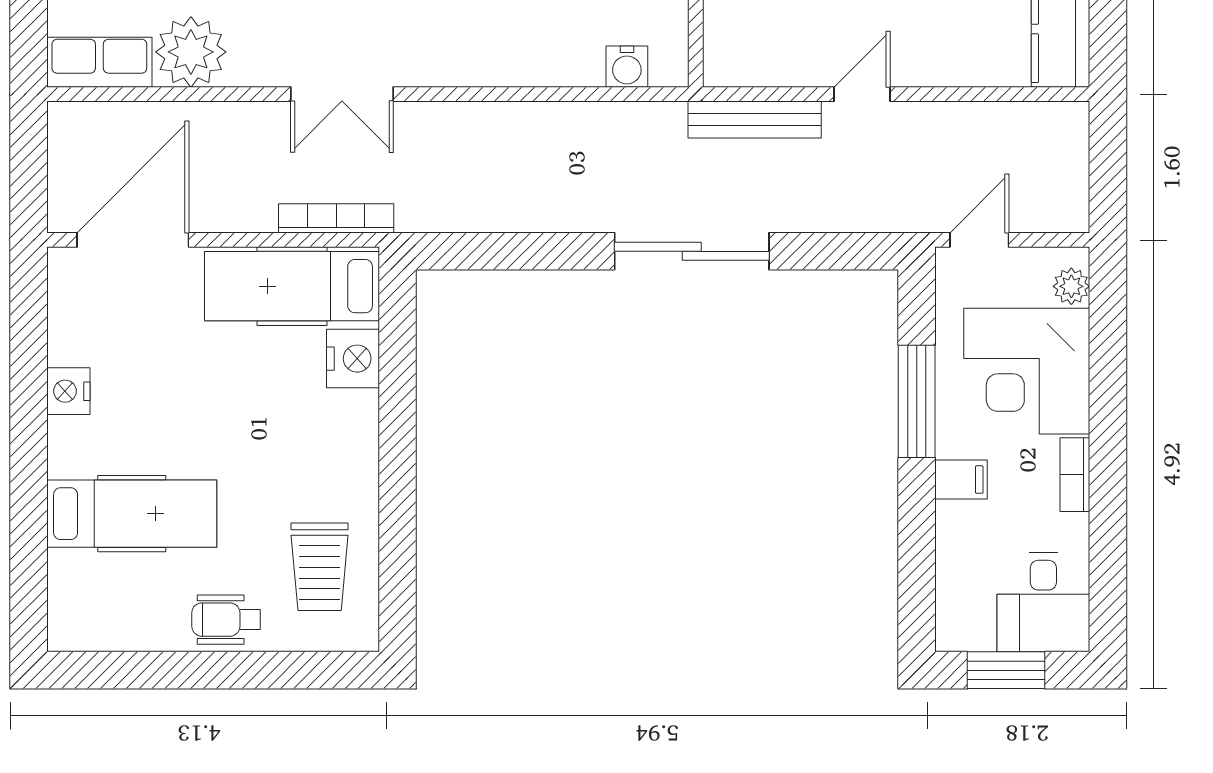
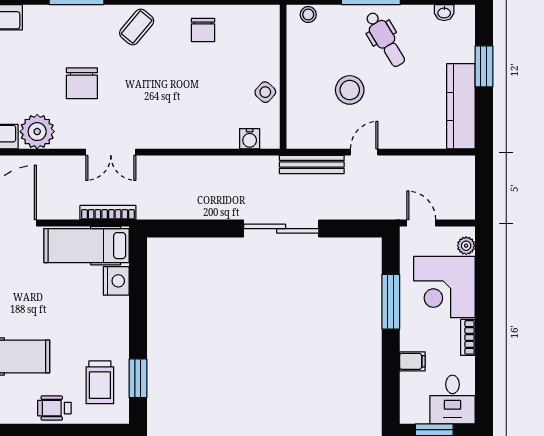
door: (979, 240) -> (421, 223), hinge flipped
filing cabinet: (961, 480) -> (412, 361), moved
window: (398, 559) -> (138, 378), added

